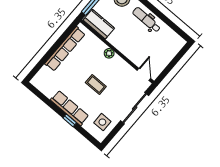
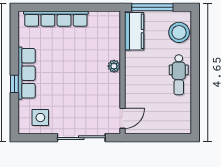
dental chair: (147, 20) -> (179, 75), turned 180
row of seats: (65, 49) -> (56, 19), moved
coffee table: (96, 85) -> (72, 79), removed

